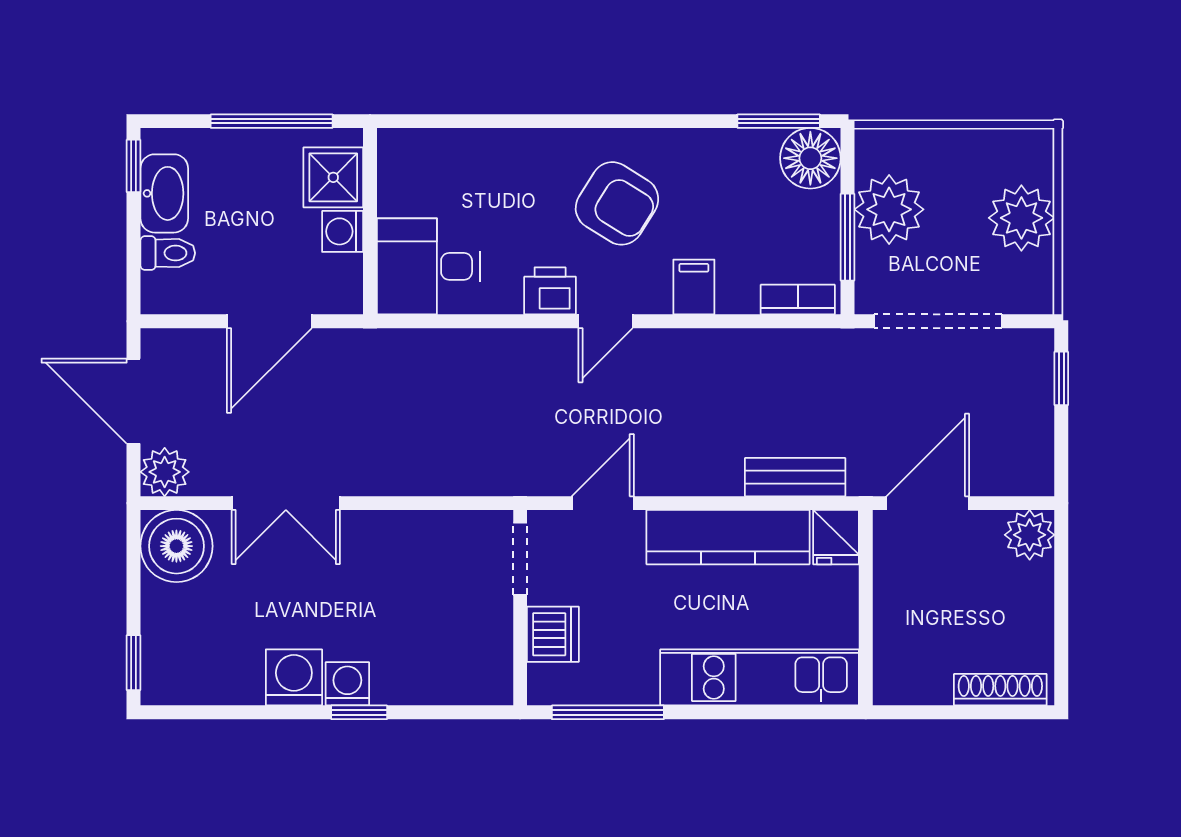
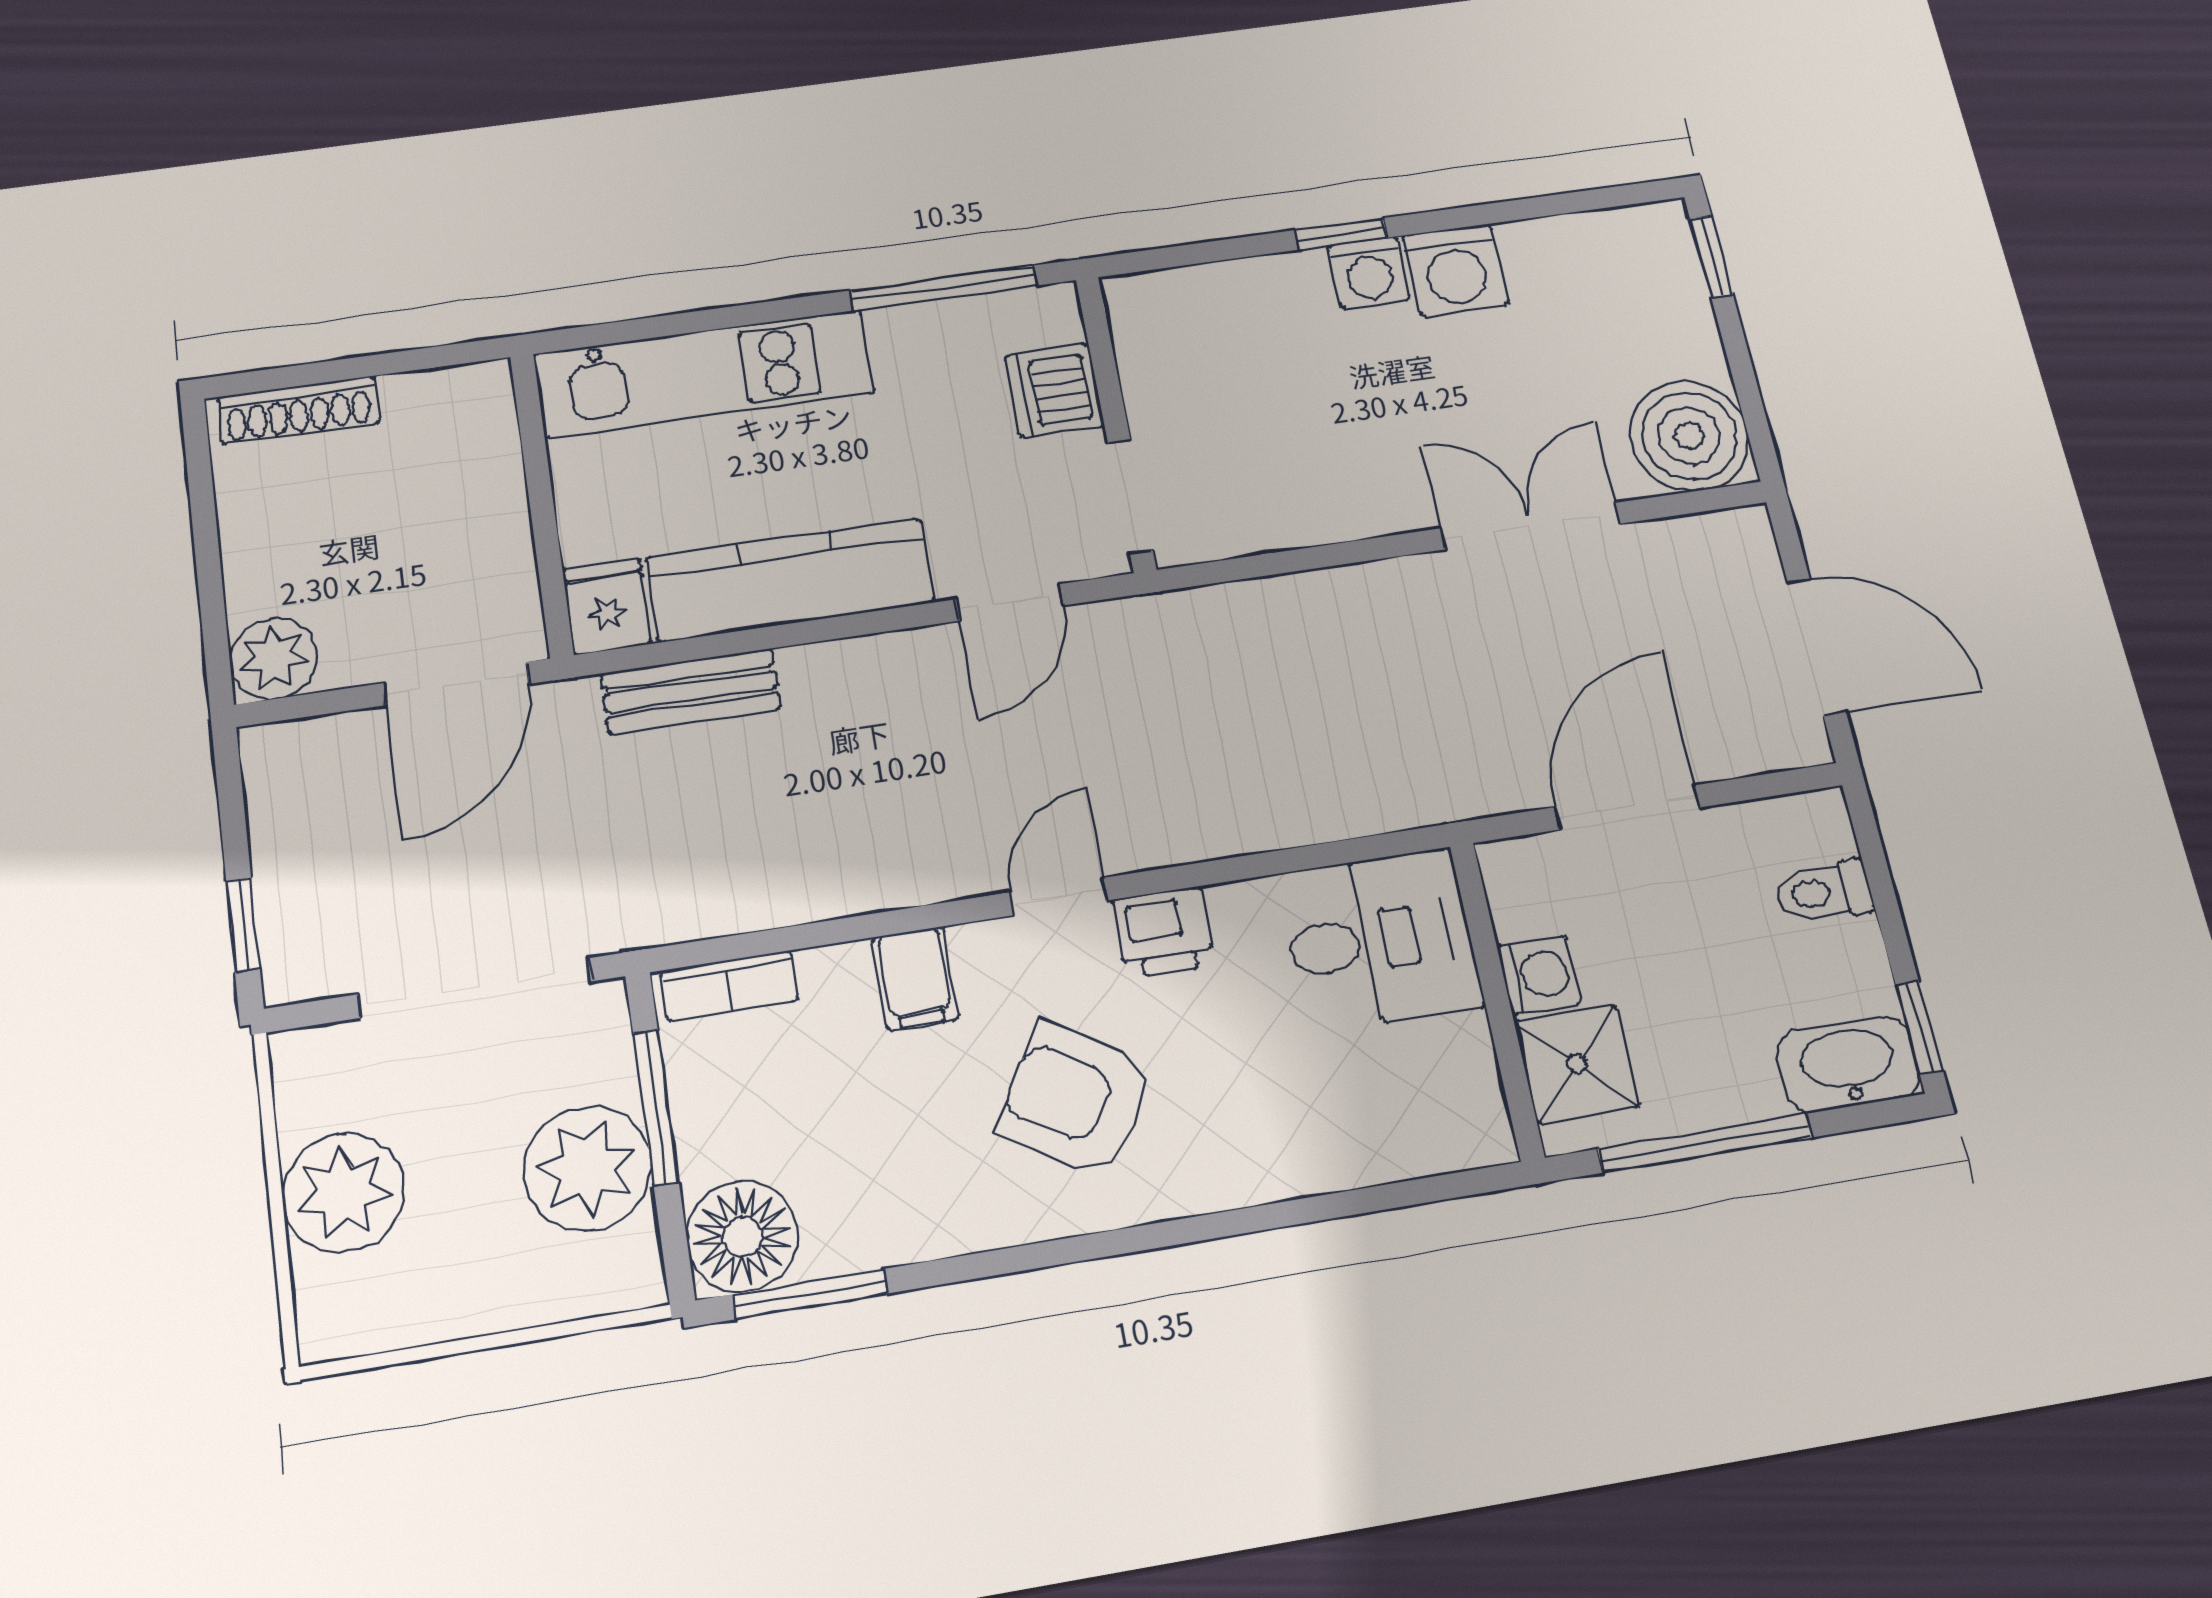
washbasin: (164, 193) -> (1848, 1064), moved, turned 90
plant: (165, 472) -> (1737, 545), removed

